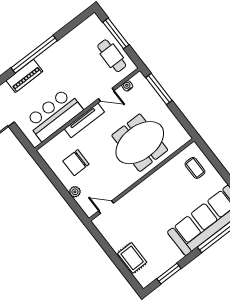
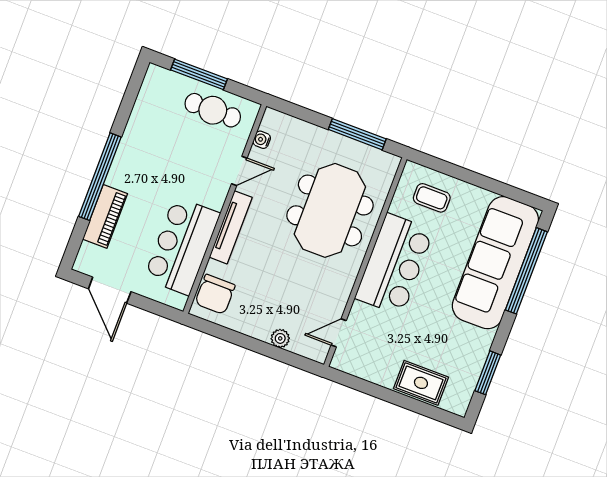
window: (159, 89) -> (357, 134), moved
chair: (76, 163) -> (215, 294), moved
bar counter: (155, 190) -> (394, 264), added

